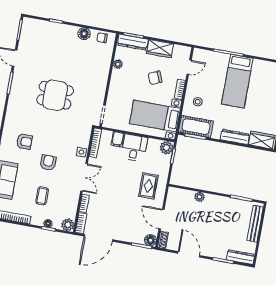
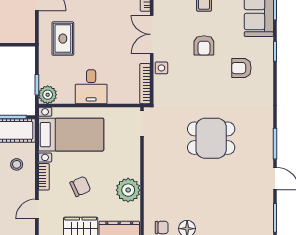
plant: (118, 64) -> (128, 190), width x1.88, depth x1.88
filing cabinet: (118, 139) -> (116, 94), removed

